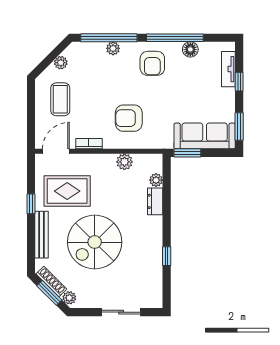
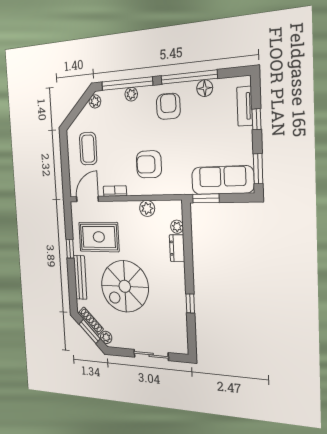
plant: (61, 63) -> (95, 101), moved
armchair: (152, 63) -> (168, 106), turned 180

